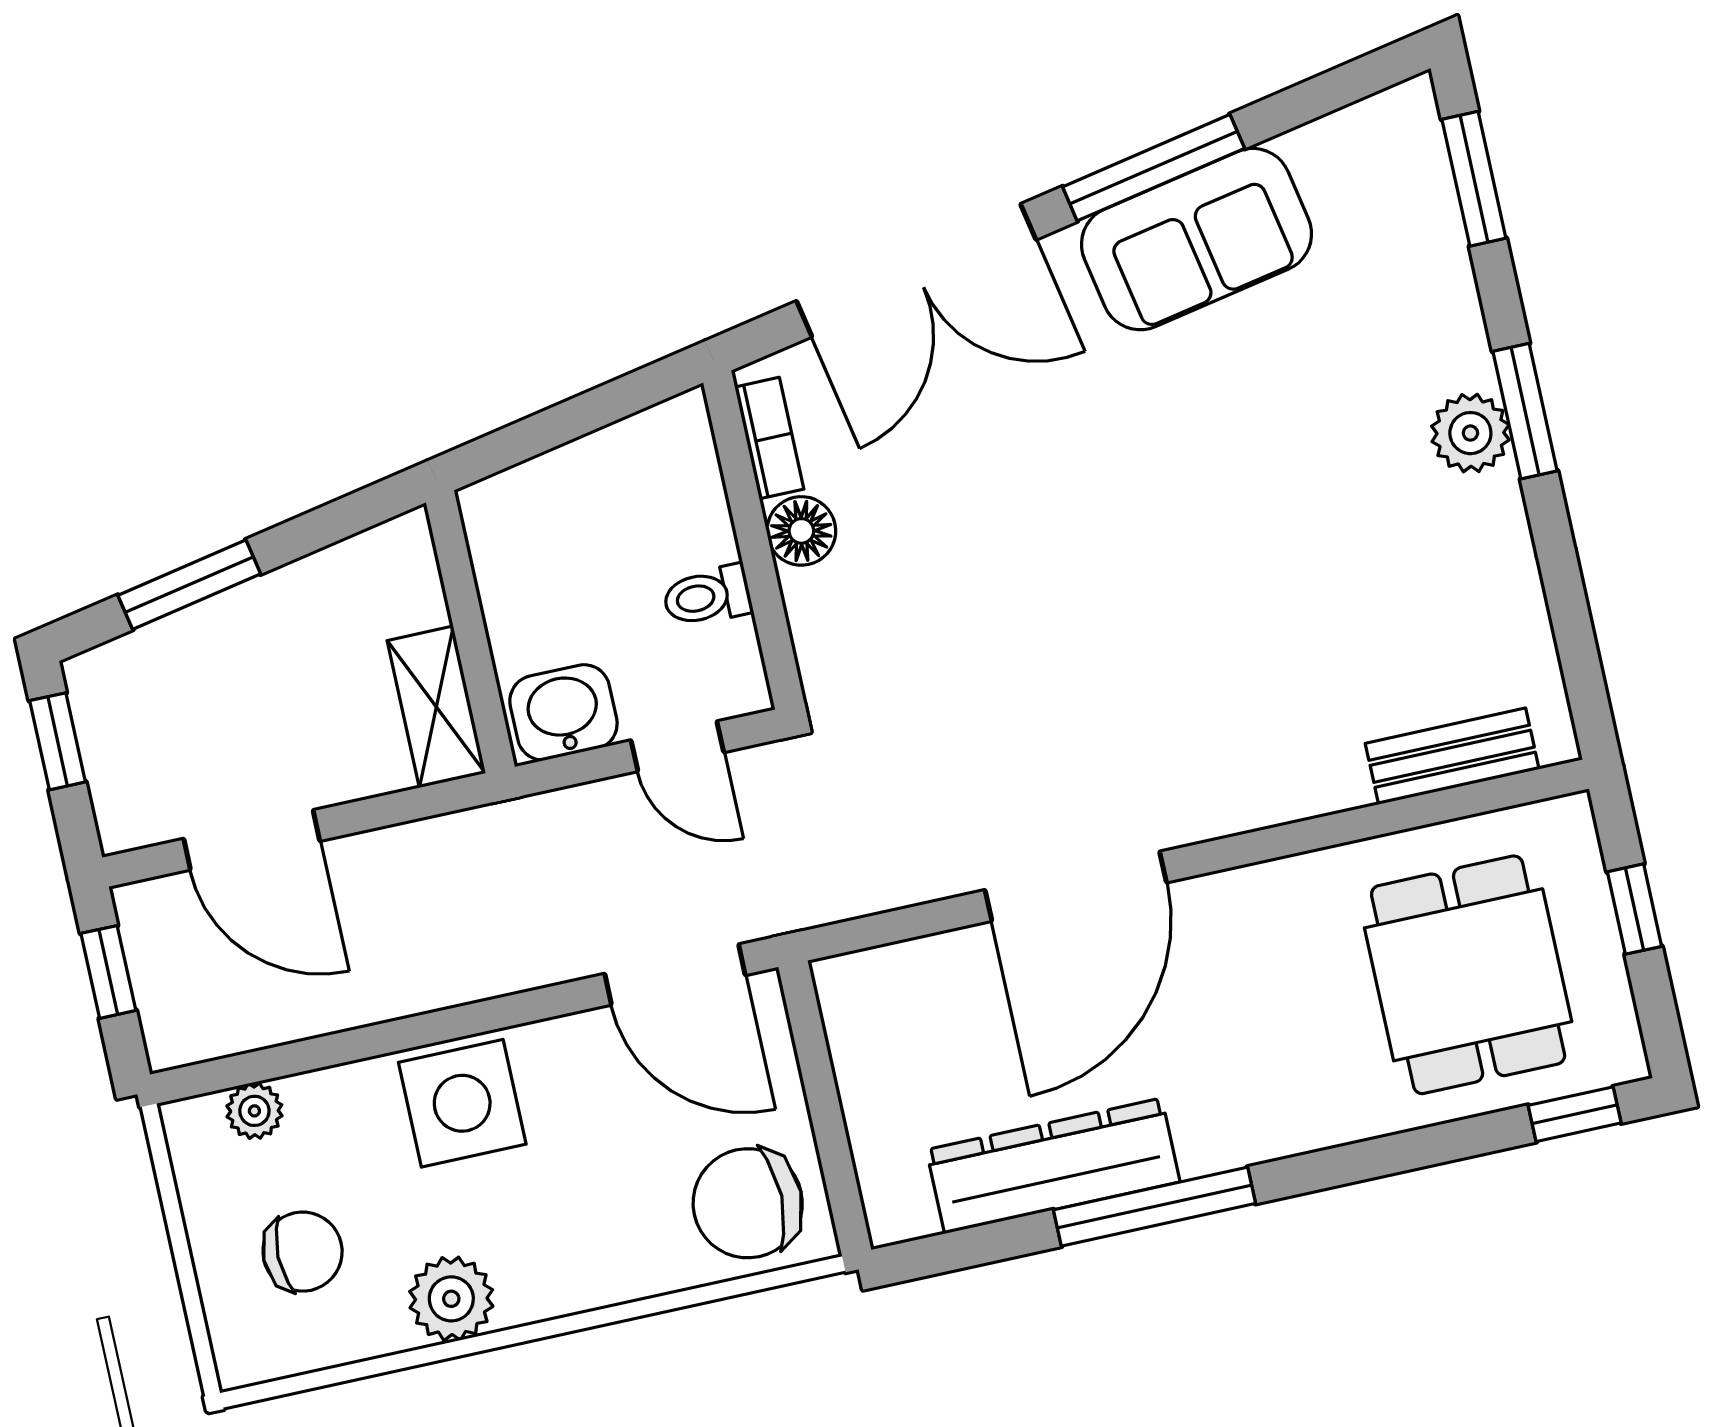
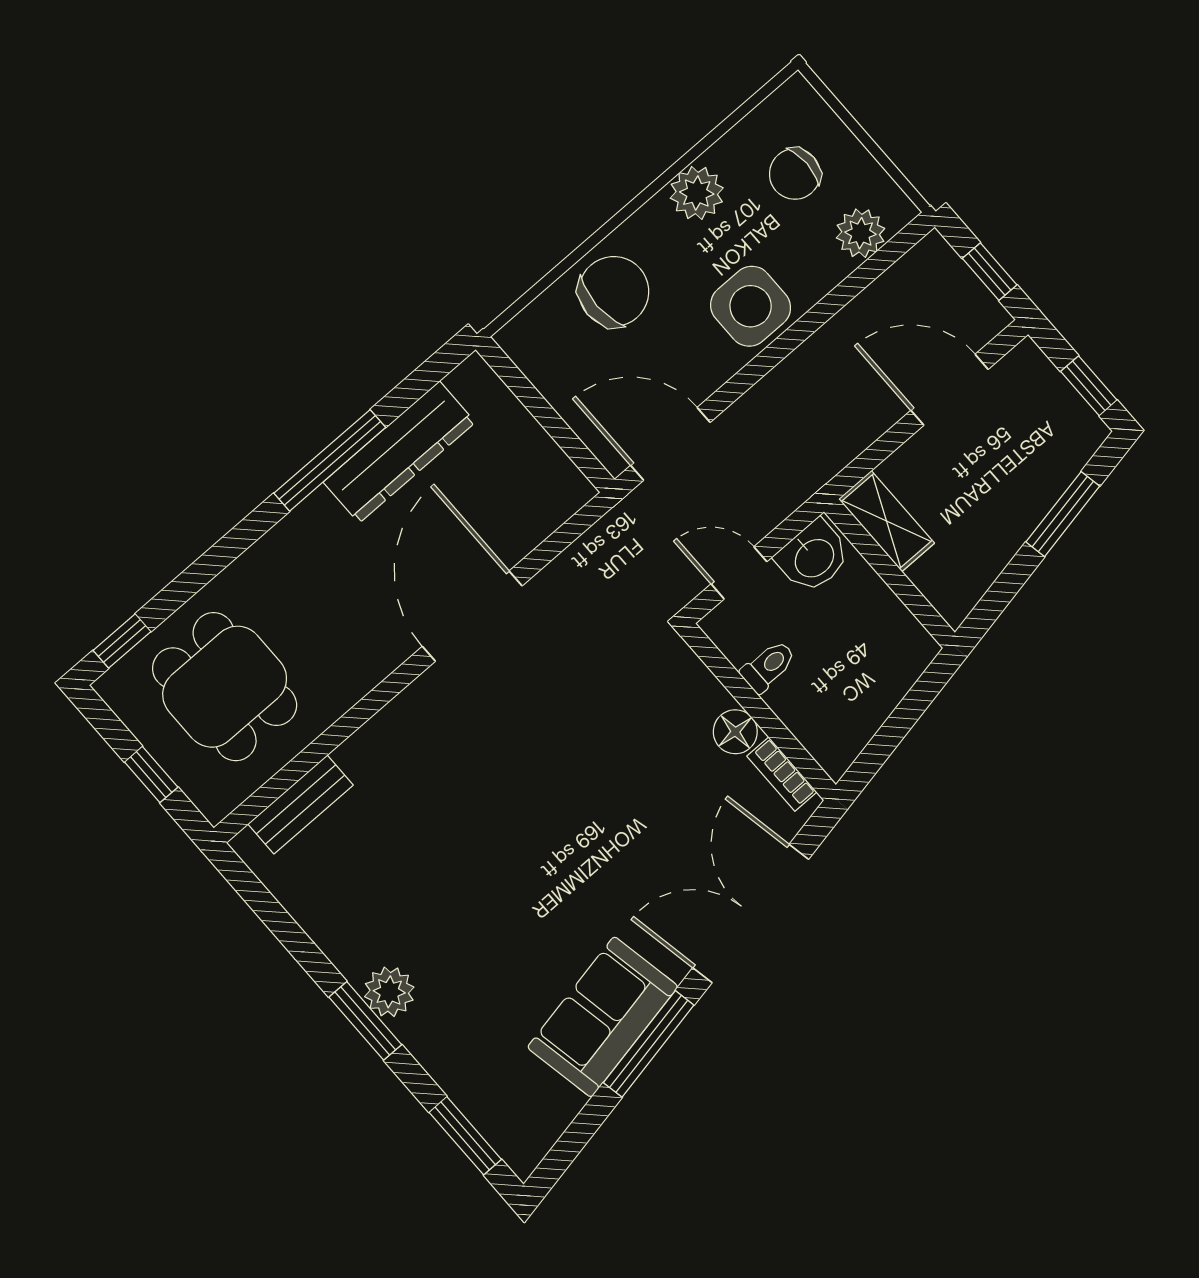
plant: (254, 1111) -> (861, 233), width x1.38, depth x1.38
chair: (748, 1203) -> (614, 291), moved

